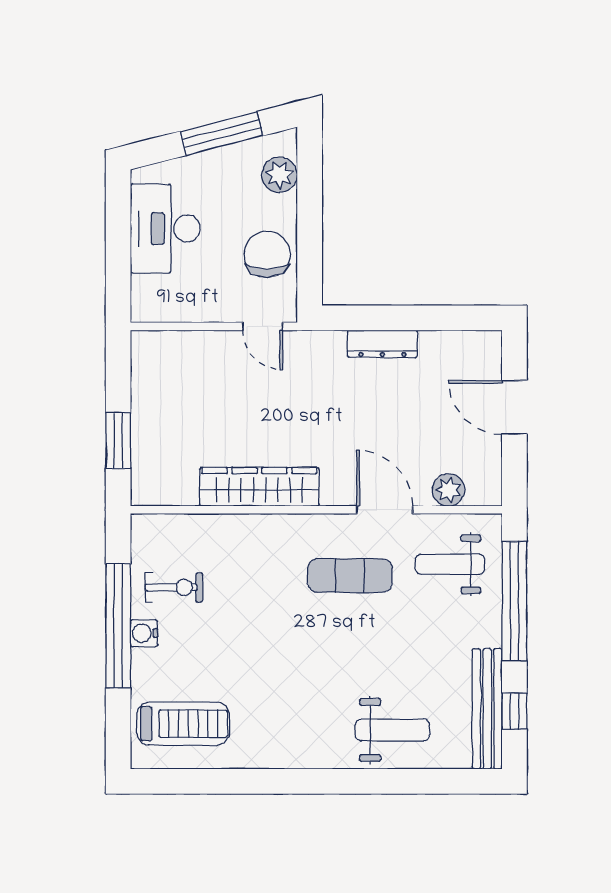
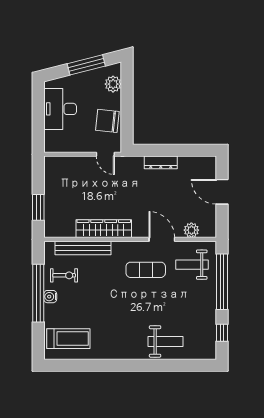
chair: (267, 254) -> (107, 121), turned -84
bench: (487, 709) -> (83, 248), moved, turned 90

